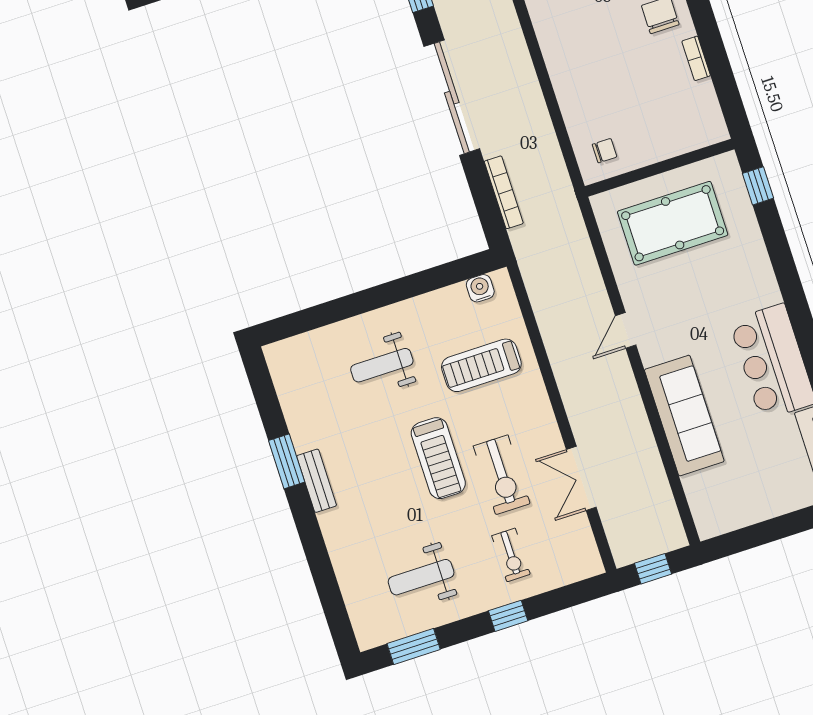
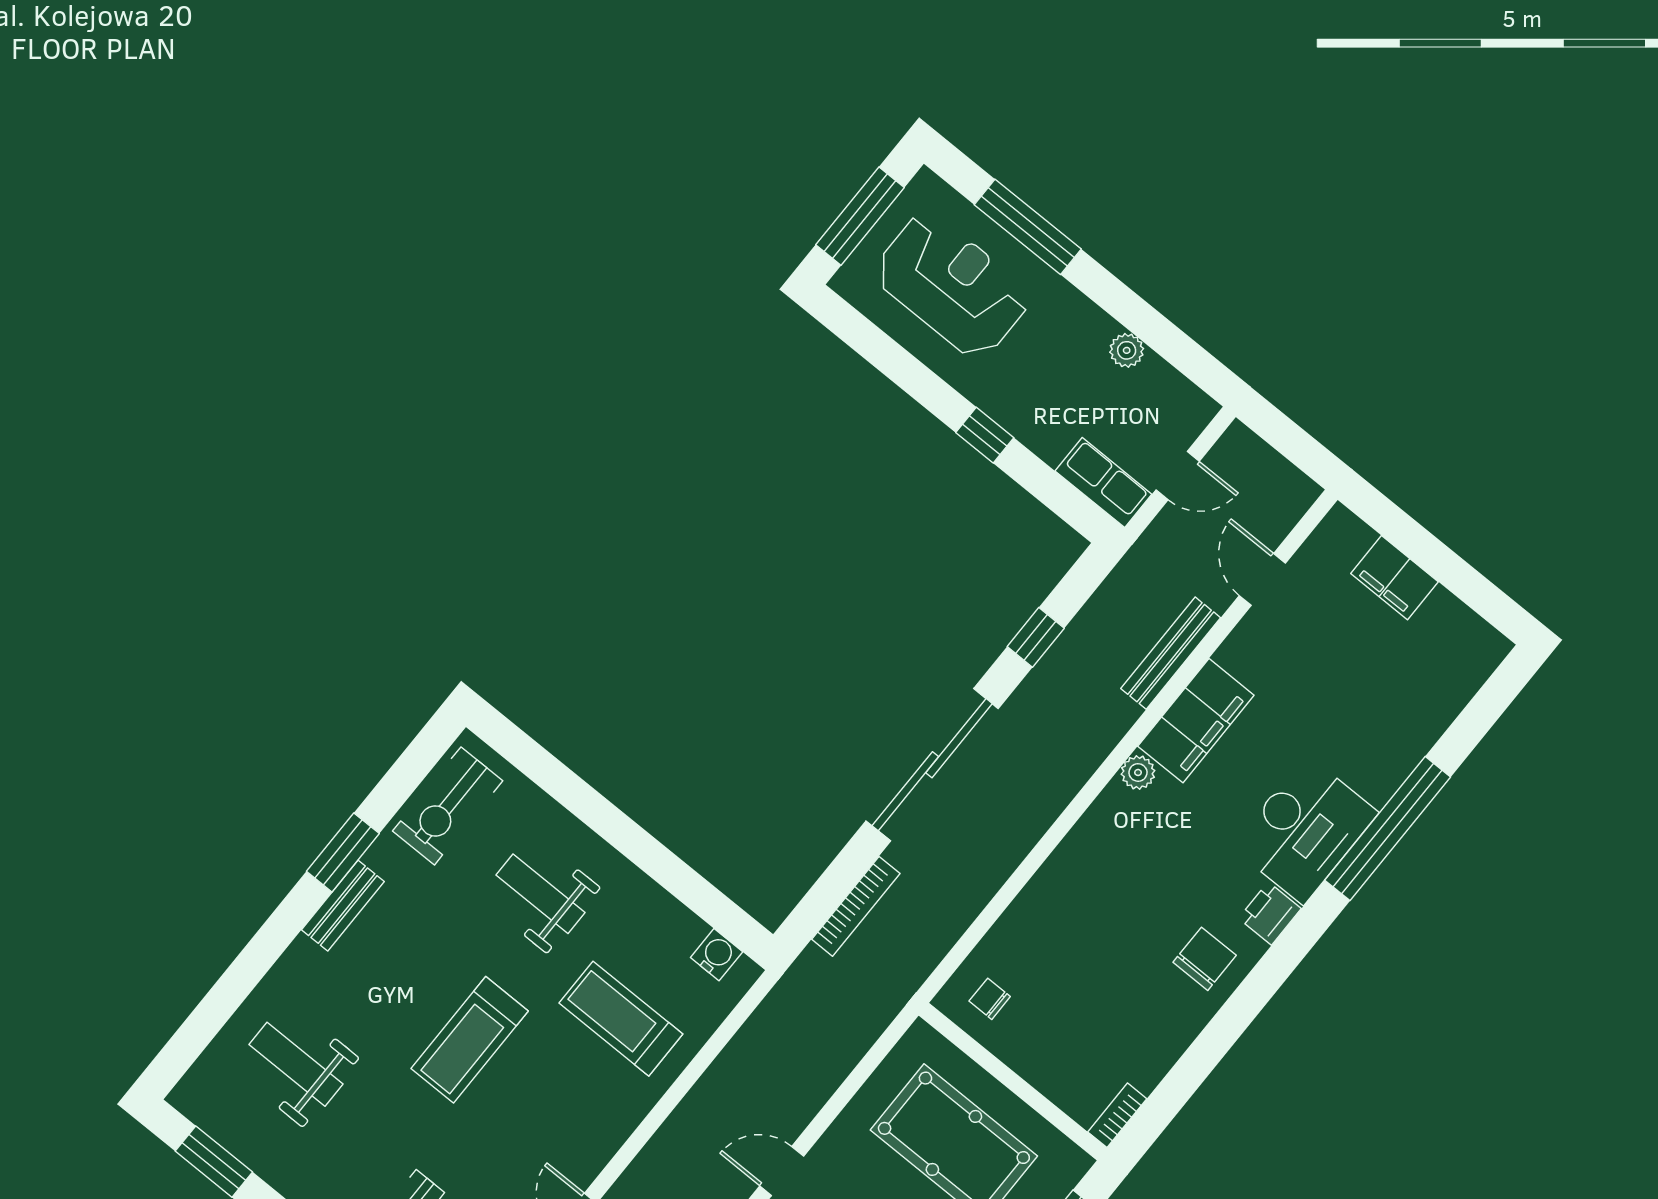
bookcase: (696, 58) -> (1117, 1115), moved
chair: (605, 151) -> (990, 999), turned 180
exercise bike: (502, 475) -> (448, 806), moved
weight bench: (421, 577) -> (296, 1064), moved

